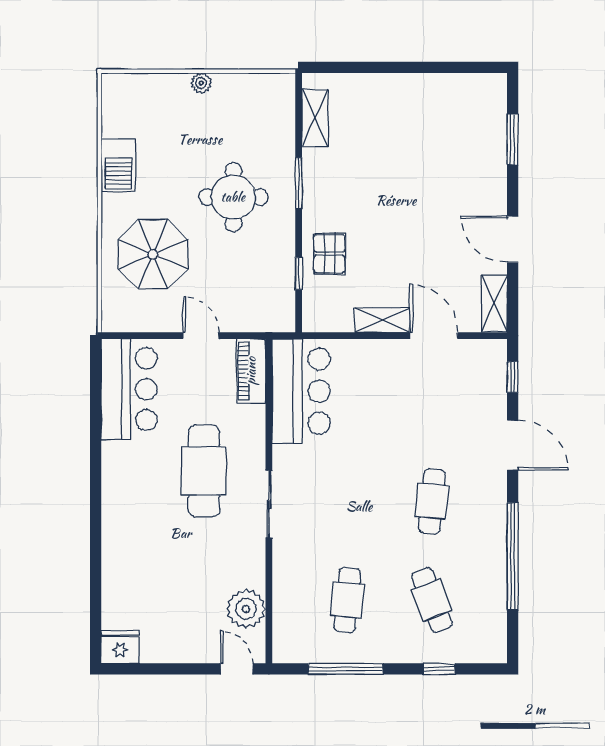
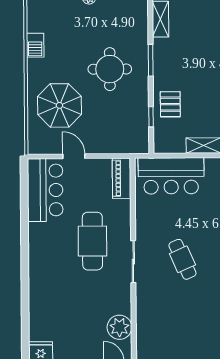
barbecue: (118, 165) -> (35, 45), width x0.73, depth x0.79
door: (201, 336) -> (74, 156), moved
bar counter: (301, 391) -> (171, 176), moved, turned 90
cafe table: (347, 600) -> (182, 259), moved, turned -30

